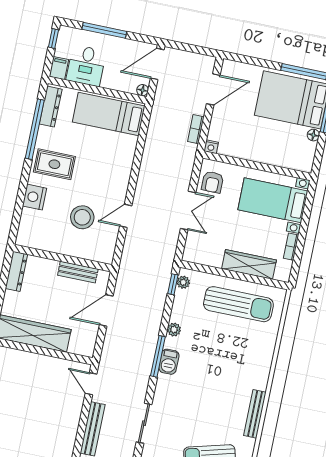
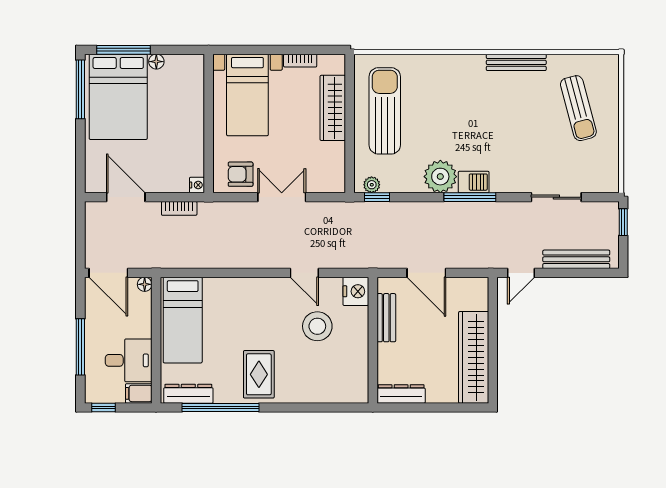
armchair: (212, 182) -> (241, 174), turned 180
nightstand: (34, 197) -> (356, 291), moved, turned -90
plant: (174, 330) -> (440, 177), width x1.88, depth x1.88

